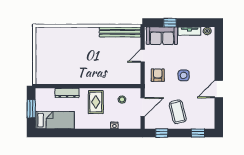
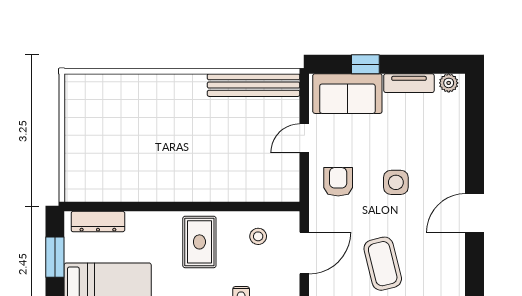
dresser: (67, 93) -> (98, 222), moved

